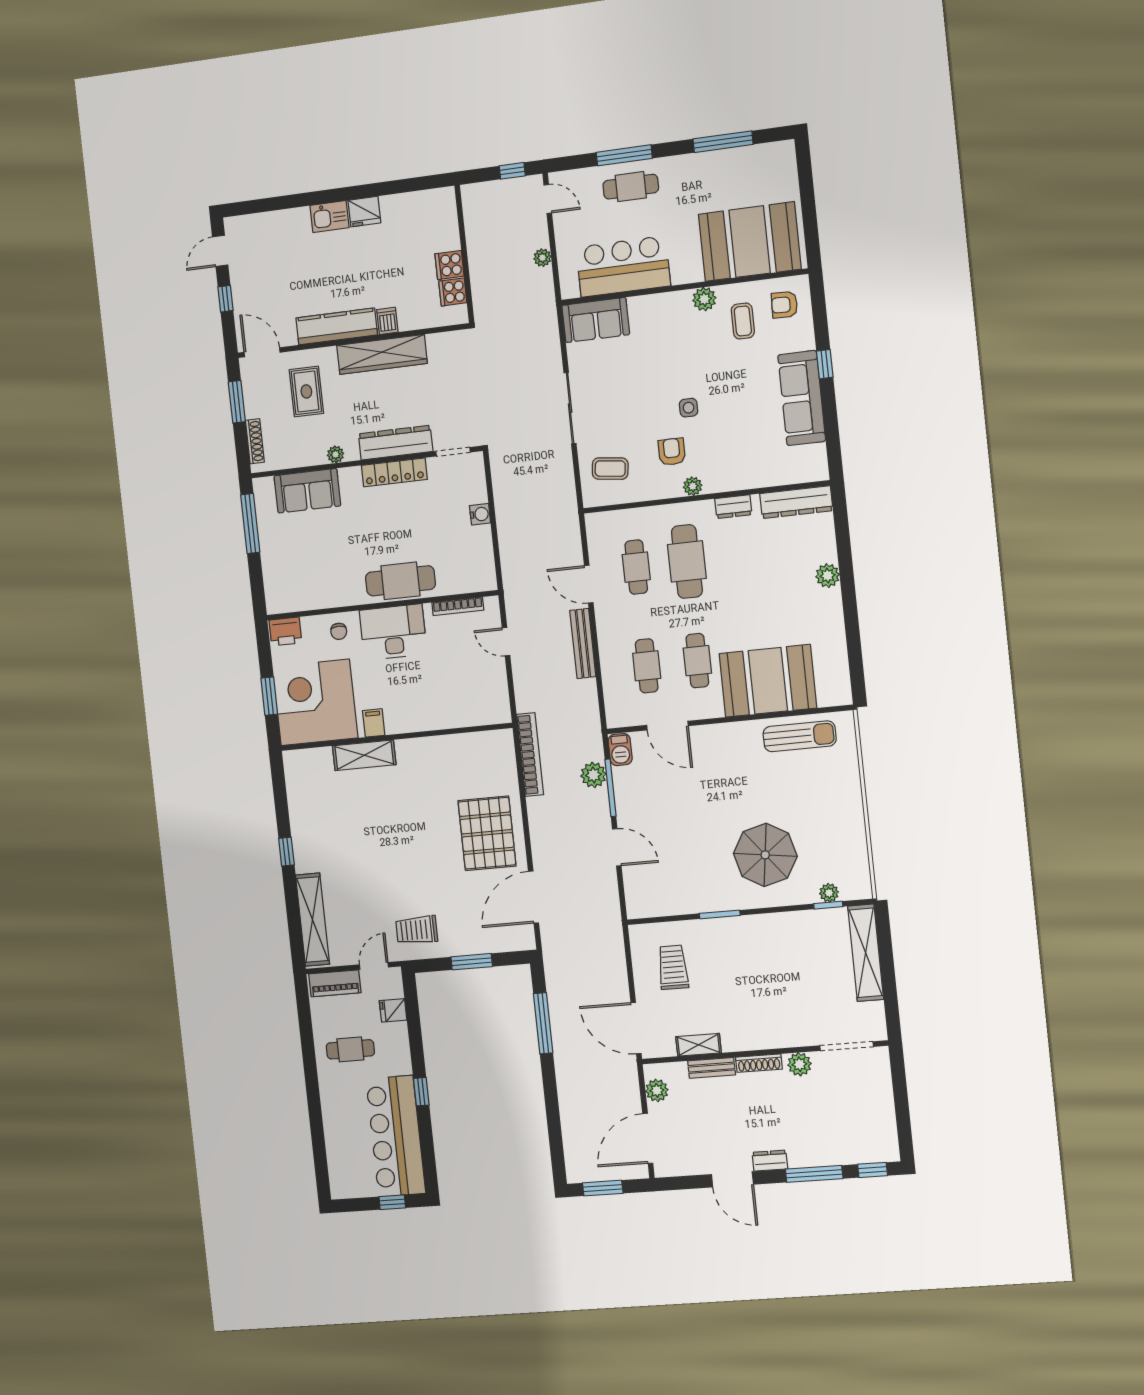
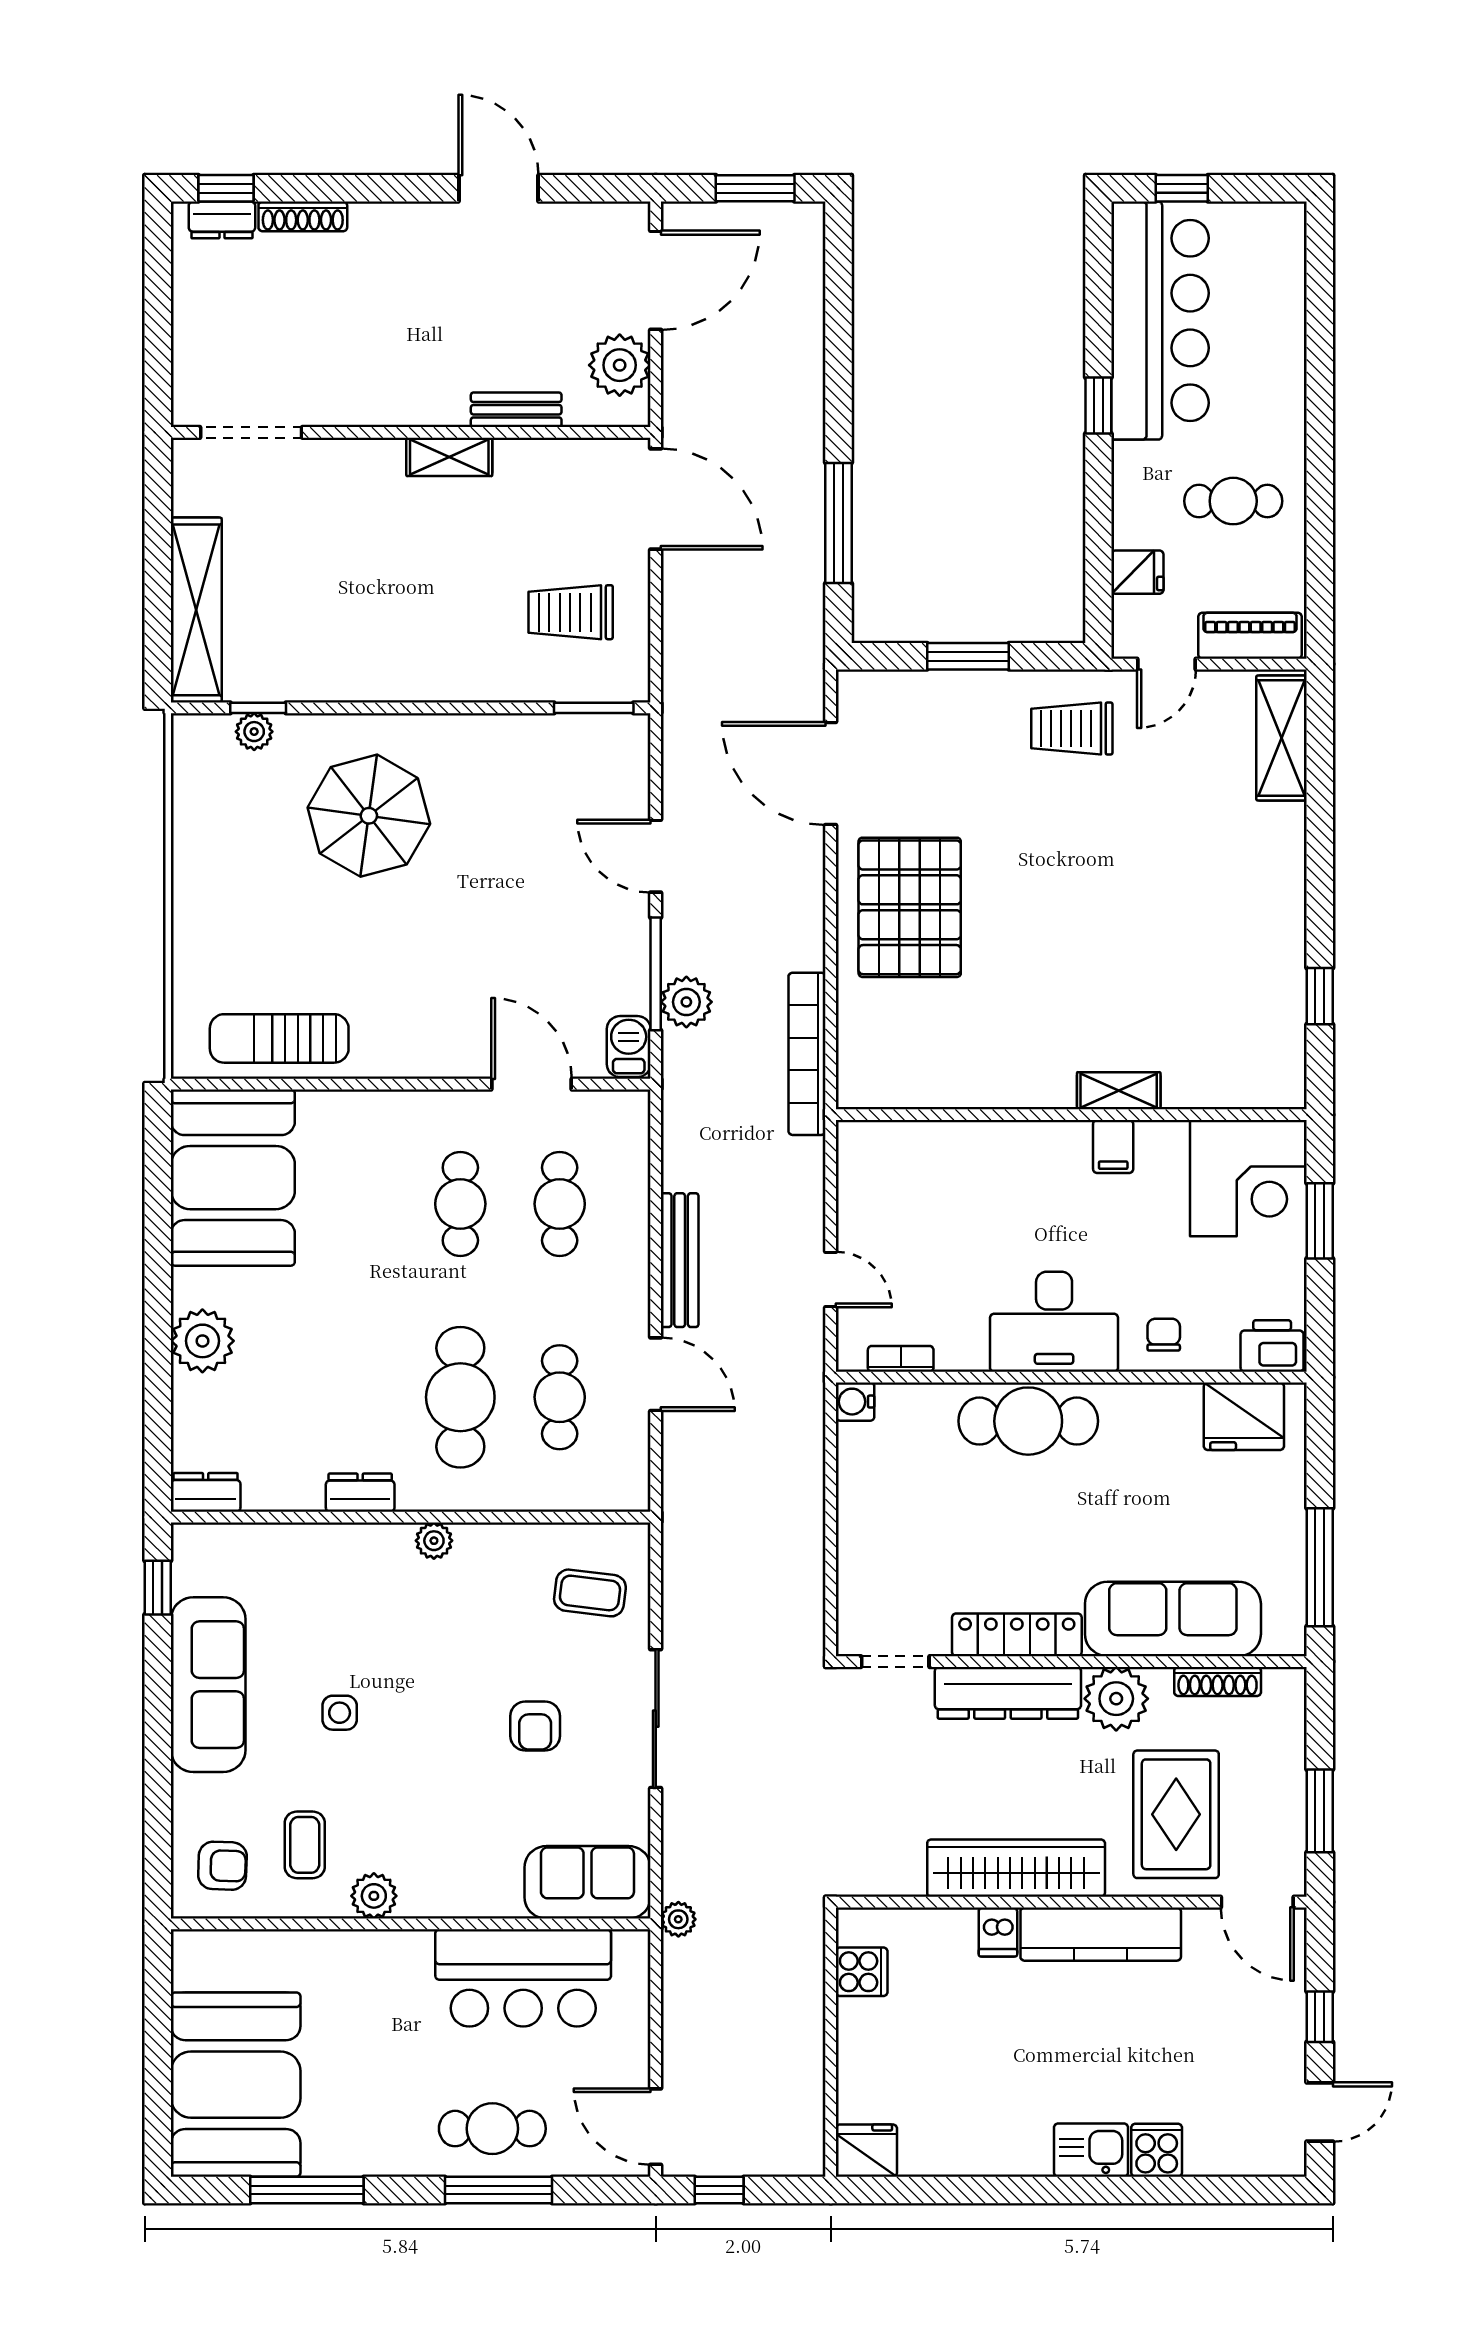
door: (548, 199) -> (656, 2127), width x1.38
fridge: (364, 212) -> (866, 2151), moved
booth: (750, 242) -> (236, 2085), moved, turned 90
plant: (542, 258) -> (678, 1919), moved
cooker: (449, 265) -> (1157, 2150), moved, turned -90
window: (825, 364) -> (158, 1588), moved
rug: (306, 391) -> (1176, 1814), width x1.36, depth x1.43
side table: (689, 408) -> (340, 1713), moved
shoe rack: (255, 441) -> (1218, 1681), moved, turned -90
armchair: (672, 452) -> (535, 1726), moved
plant: (336, 454) -> (1116, 1699), width x1.88, depth x1.88
sofa: (307, 491) -> (1173, 1619), width x1.36
dresser: (796, 502) -> (206, 1492), width x0.51, depth x0.80
water cooler: (480, 514) -> (855, 1402), moved
plant: (828, 576) -> (202, 1341), width x1.36, depth x1.36
fridge: (295, 595) -> (1244, 1416), added
bookcase: (458, 606) -> (901, 1359), width x0.64
booth: (768, 681) -> (233, 1178), moved, turned 90
corner desk: (315, 702) -> (1248, 1178), width x0.74, depth x0.74
shelving: (364, 755) -> (1119, 1091), width x0.67, depth x0.75
window: (286, 852) -> (1320, 996), moved
door: (533, 897) -> (831, 773), swing flipped
window: (720, 914) -> (594, 708), moved
shelving: (312, 920) -> (1282, 738), width x0.68
trolley: (417, 930) -> (1072, 728), turned 180
trolley: (673, 967) -> (571, 612), turned 90
shelving: (699, 1045) -> (449, 457), moved
shoe rack: (759, 1063) -> (303, 216), moved, turned 180
plant: (799, 1064) -> (345, 404), removed
plant: (657, 1090) -> (620, 365), width x1.36, depth x1.36
dresser: (770, 1161) -> (222, 220), moved
window: (814, 1174) -> (339, 188), removed

